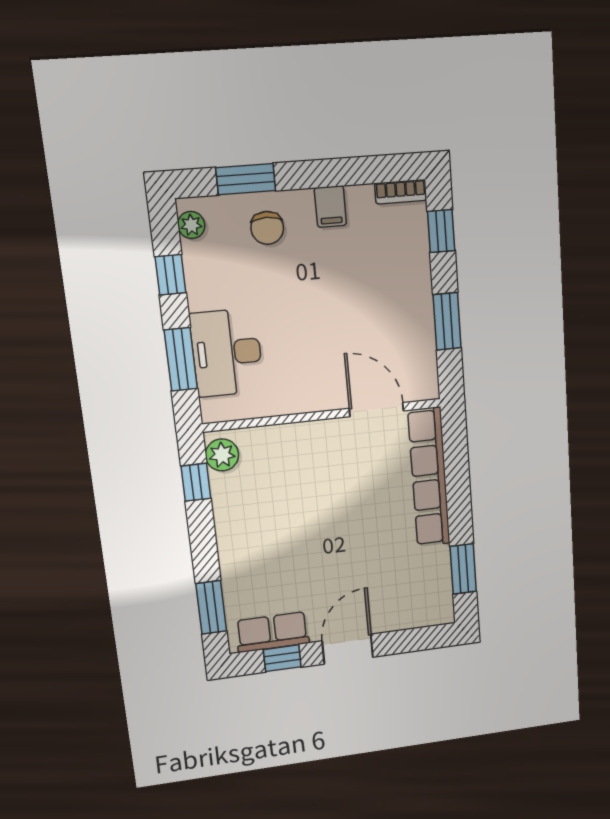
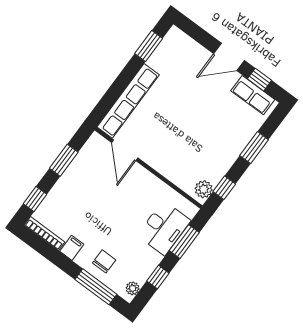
window: (246, 179) -> (96, 287), width x1.44
bookcase: (401, 192) -> (45, 233), width x1.56
window: (211, 607) -> (254, 148), moved

